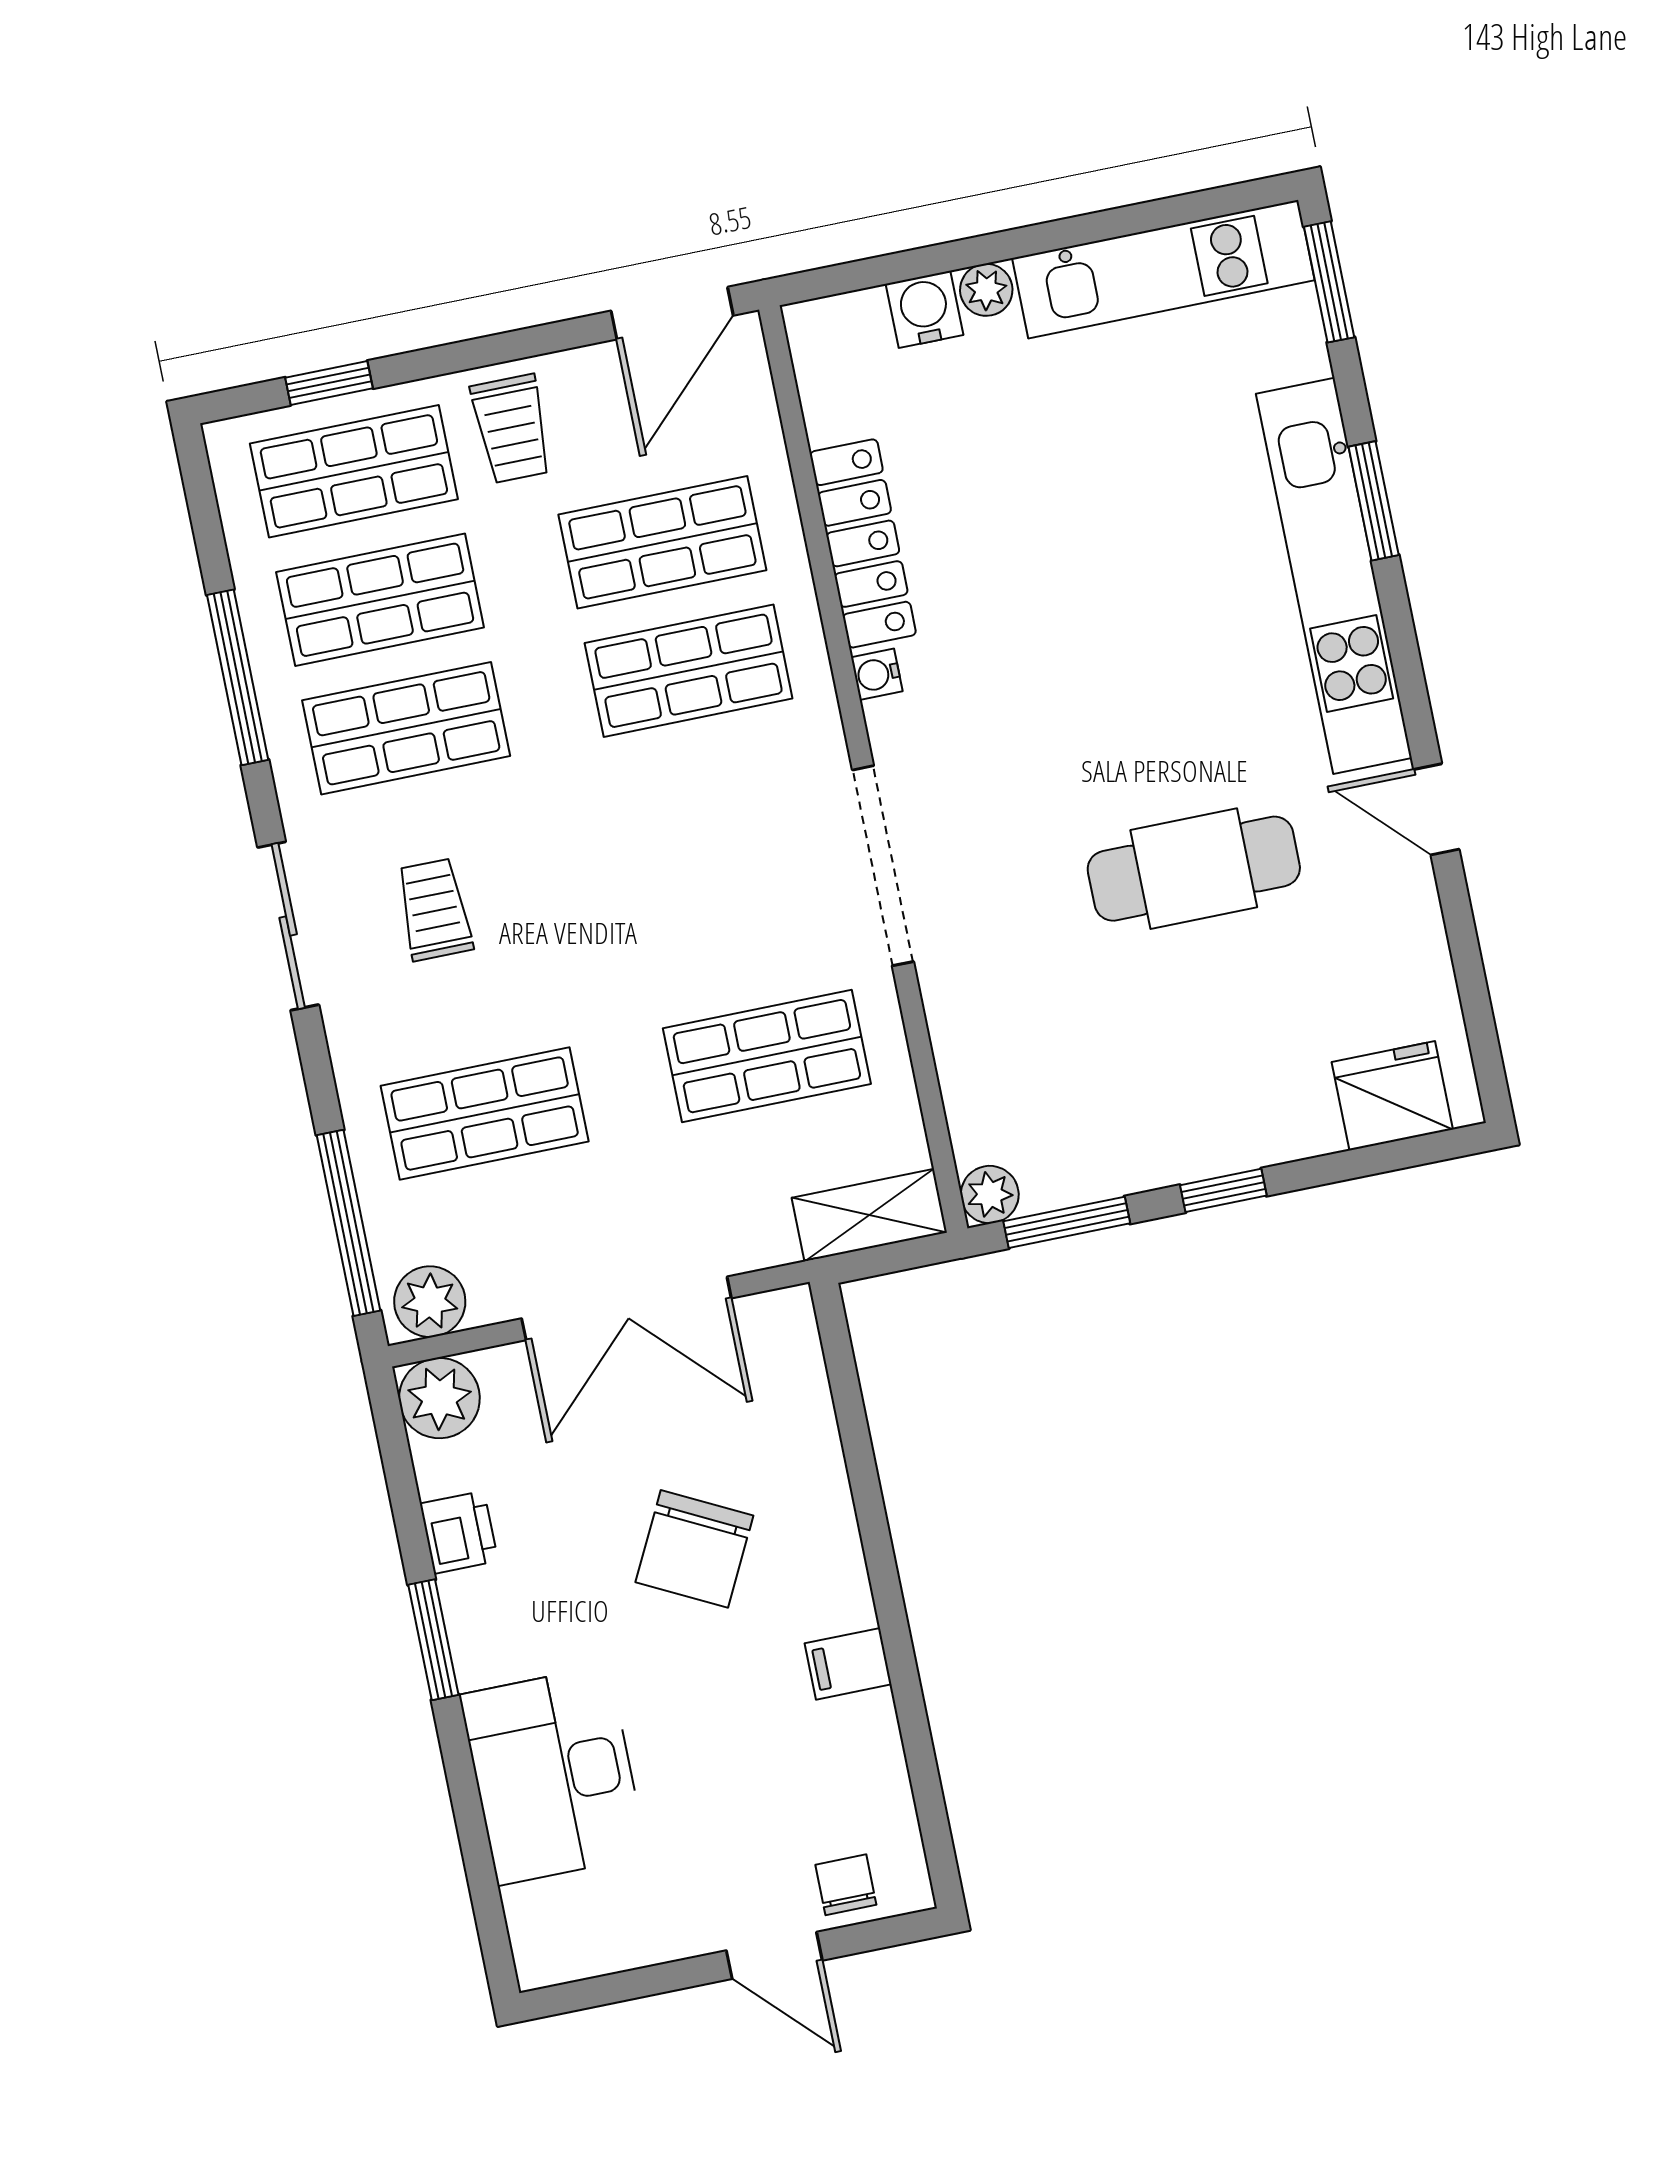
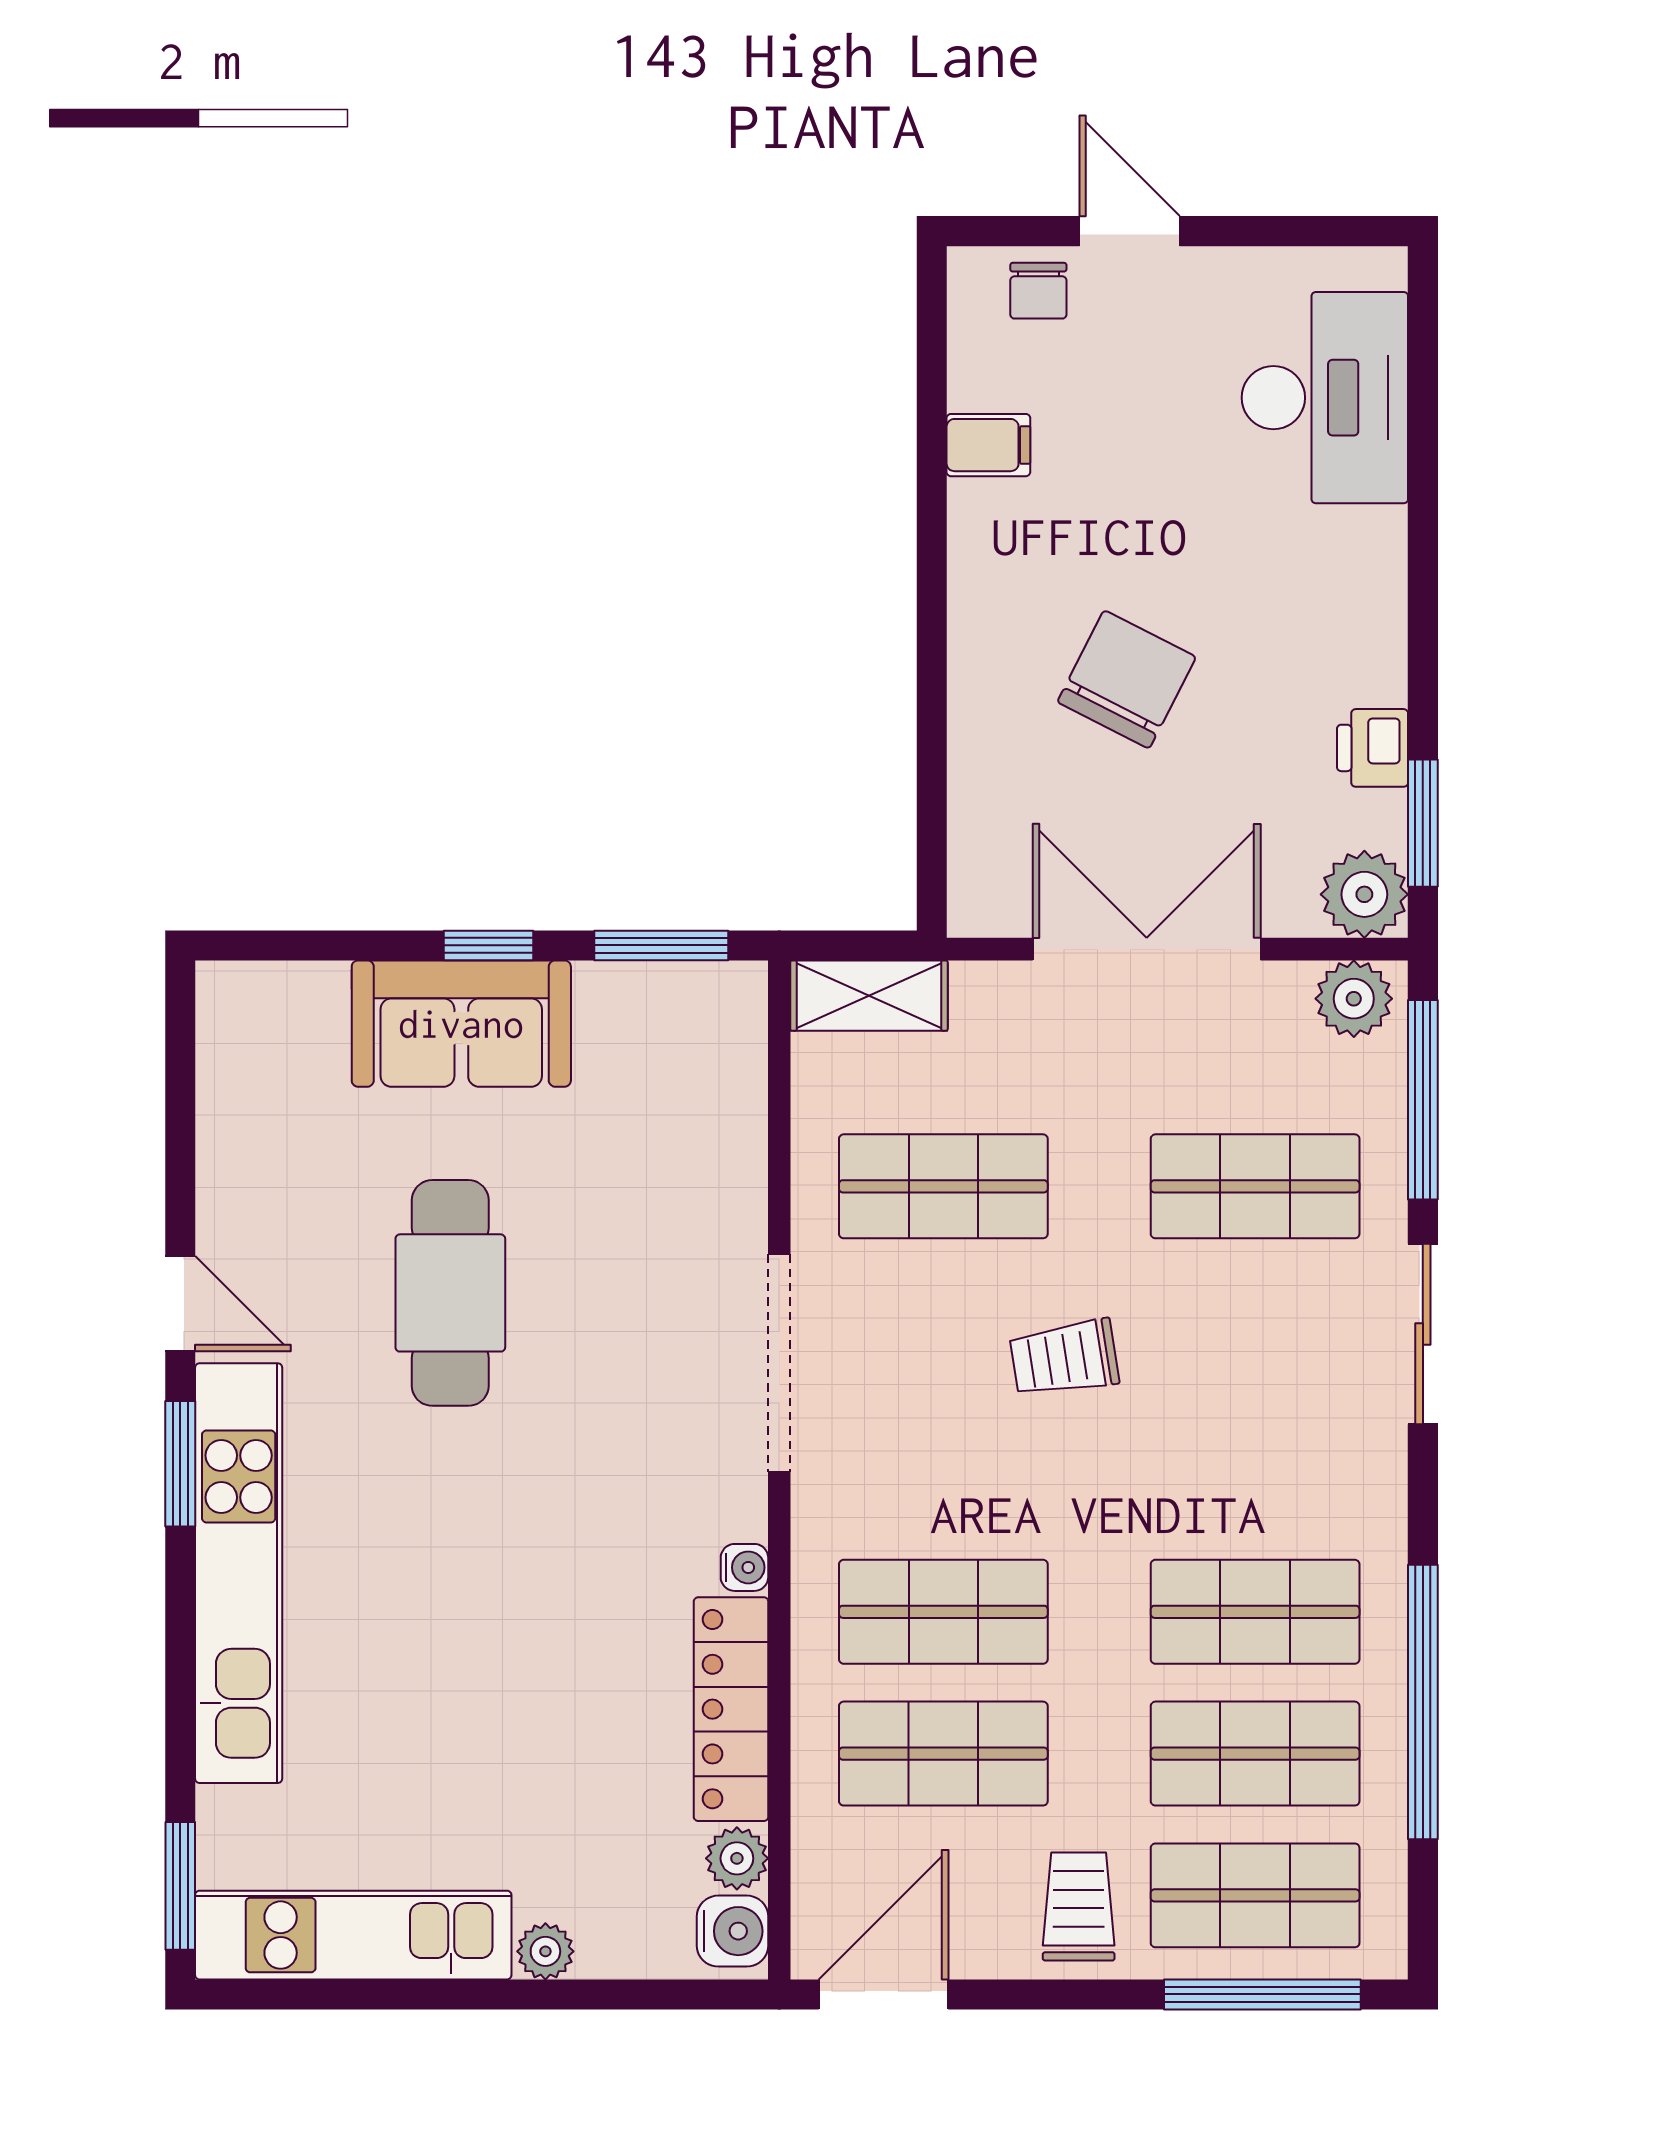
water cooler: (924, 309) -> (733, 1931), moved, turned -90
window: (329, 383) -> (1262, 1994), width x2.17
window: (1374, 501) -> (180, 1464), moved
window: (238, 677) -> (1423, 1702), width x1.46
cafe table: (1194, 869) -> (450, 1293), turned 90
trolley: (434, 910) -> (1064, 1358), moved, turned 81
sliding door: (288, 926) -> (1423, 1334), moved
fridge: (1392, 1096) -> (289, 1009), removed
sofa: (1234, 1115) -> (461, 1024), added
plant: (990, 1195) -> (737, 1858), moved
window: (433, 1640) -> (1423, 823), moved
filing cabinet: (848, 1664) -> (988, 445), moved
desk: (553, 1775) -> (1325, 398), moved

